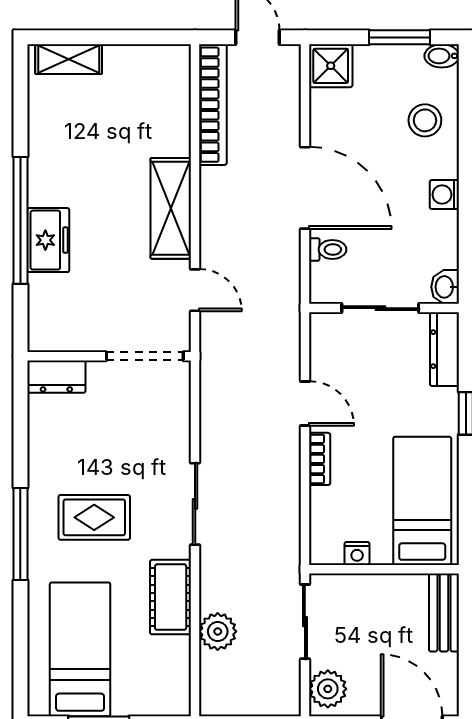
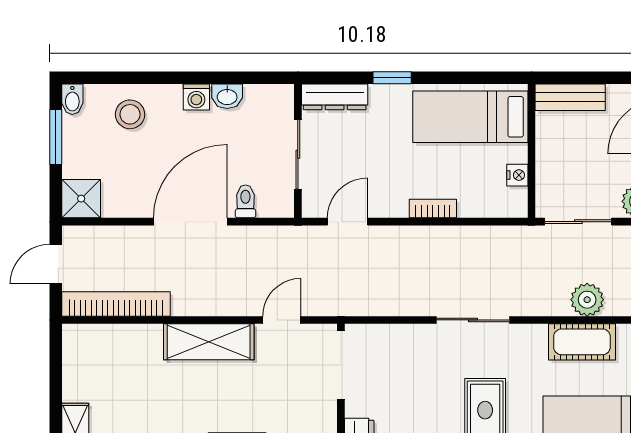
washbasin: (445, 287) -> (227, 96), moved
door: (305, 403) -> (347, 222), moved
cot: (171, 597) -> (582, 342), moved

